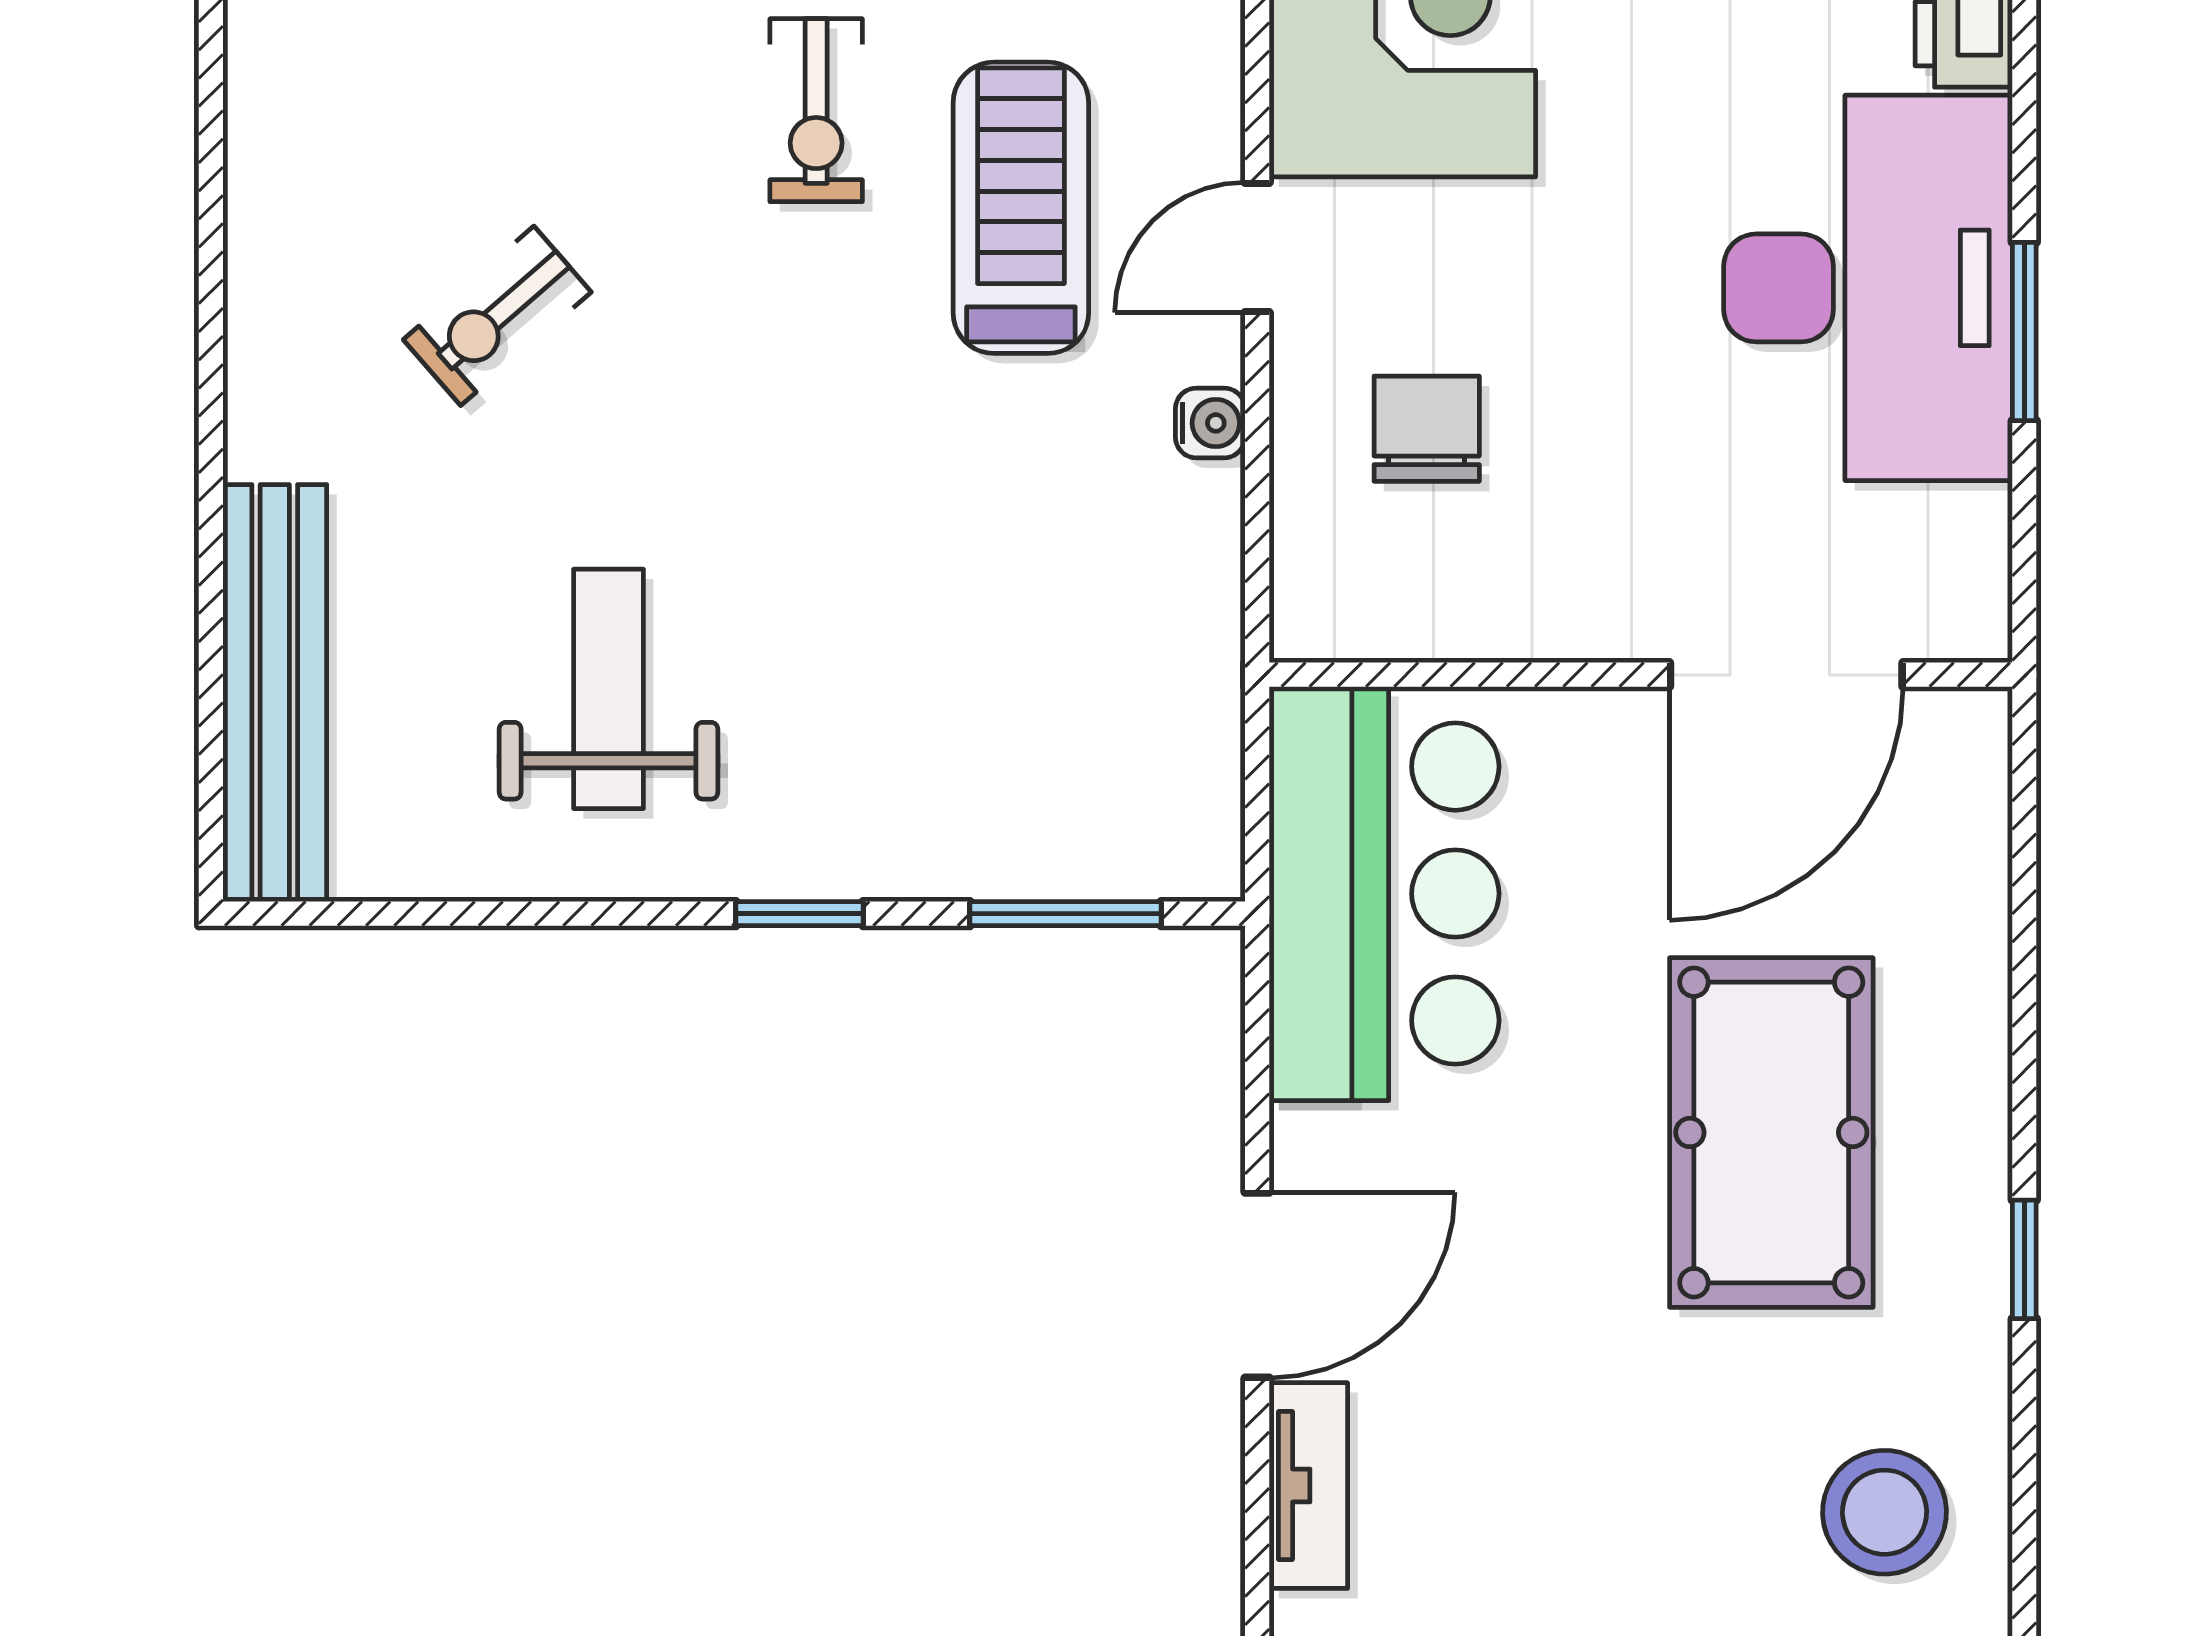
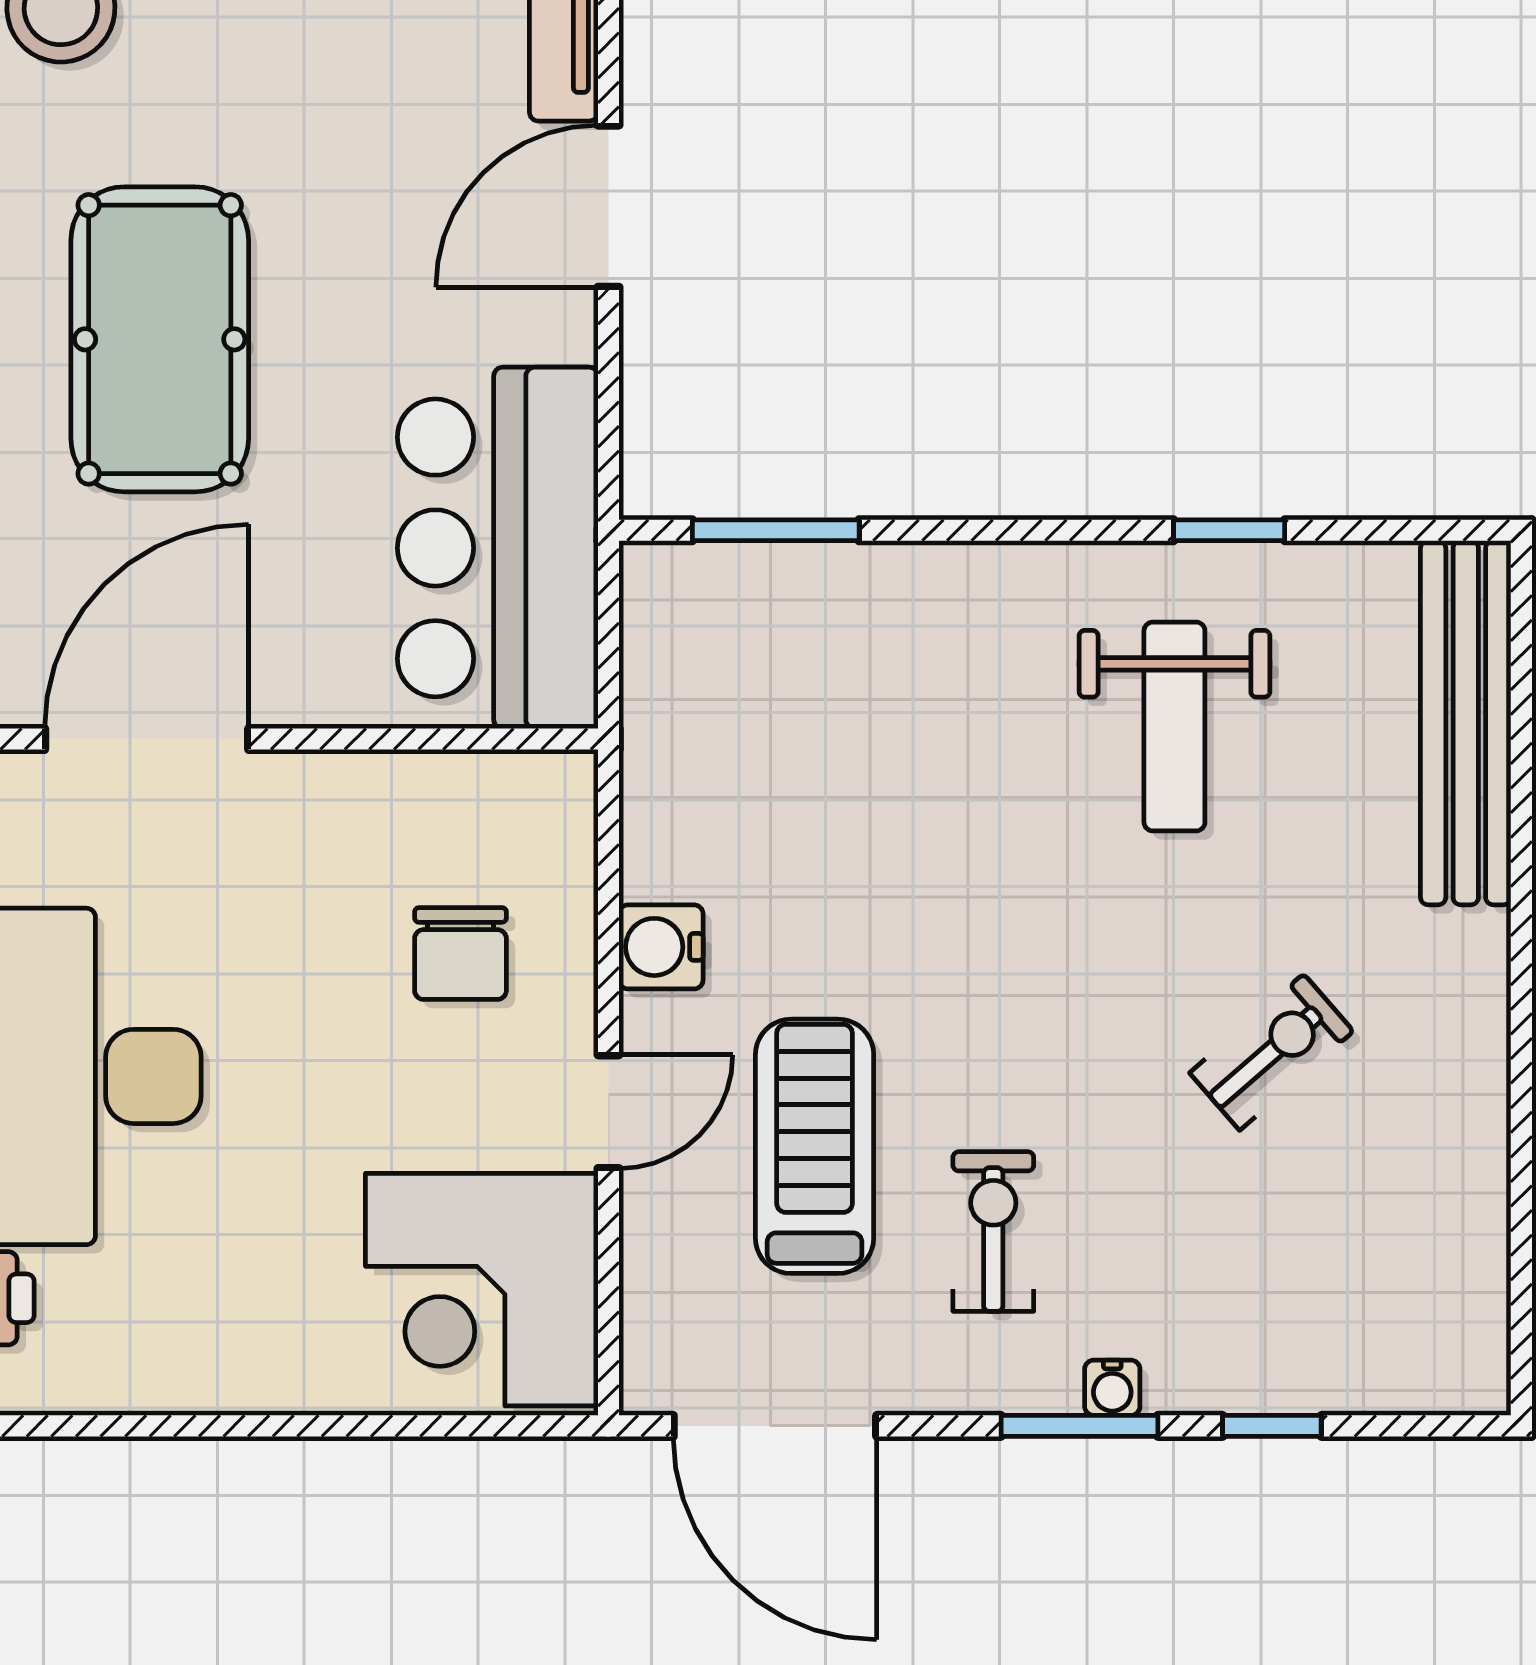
treadmill: (1021, 208) -> (815, 1146), turned 180
water cooler: (1210, 423) -> (661, 947), width x1.38, depth x1.38
window: (800, 914) -> (1229, 530), moved

